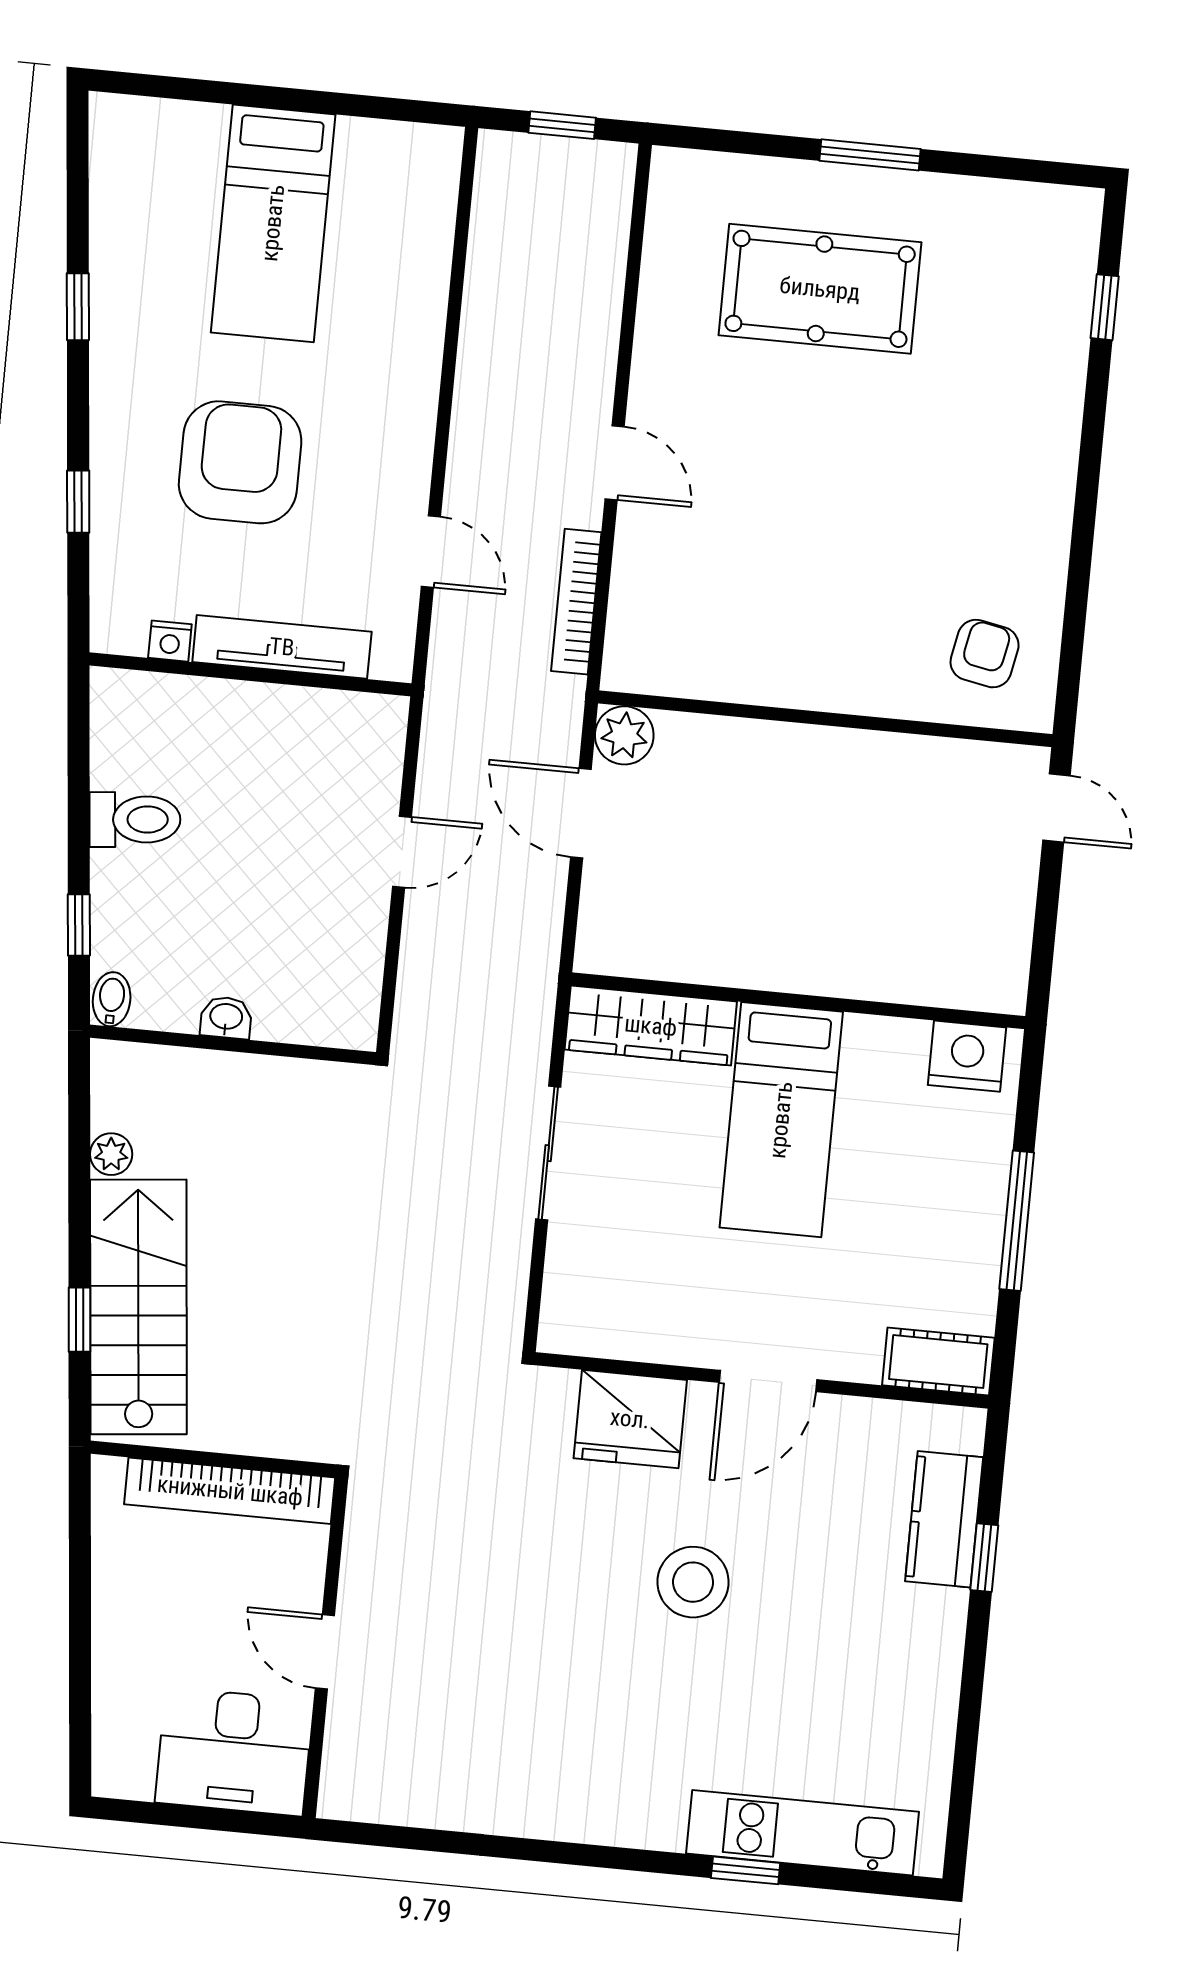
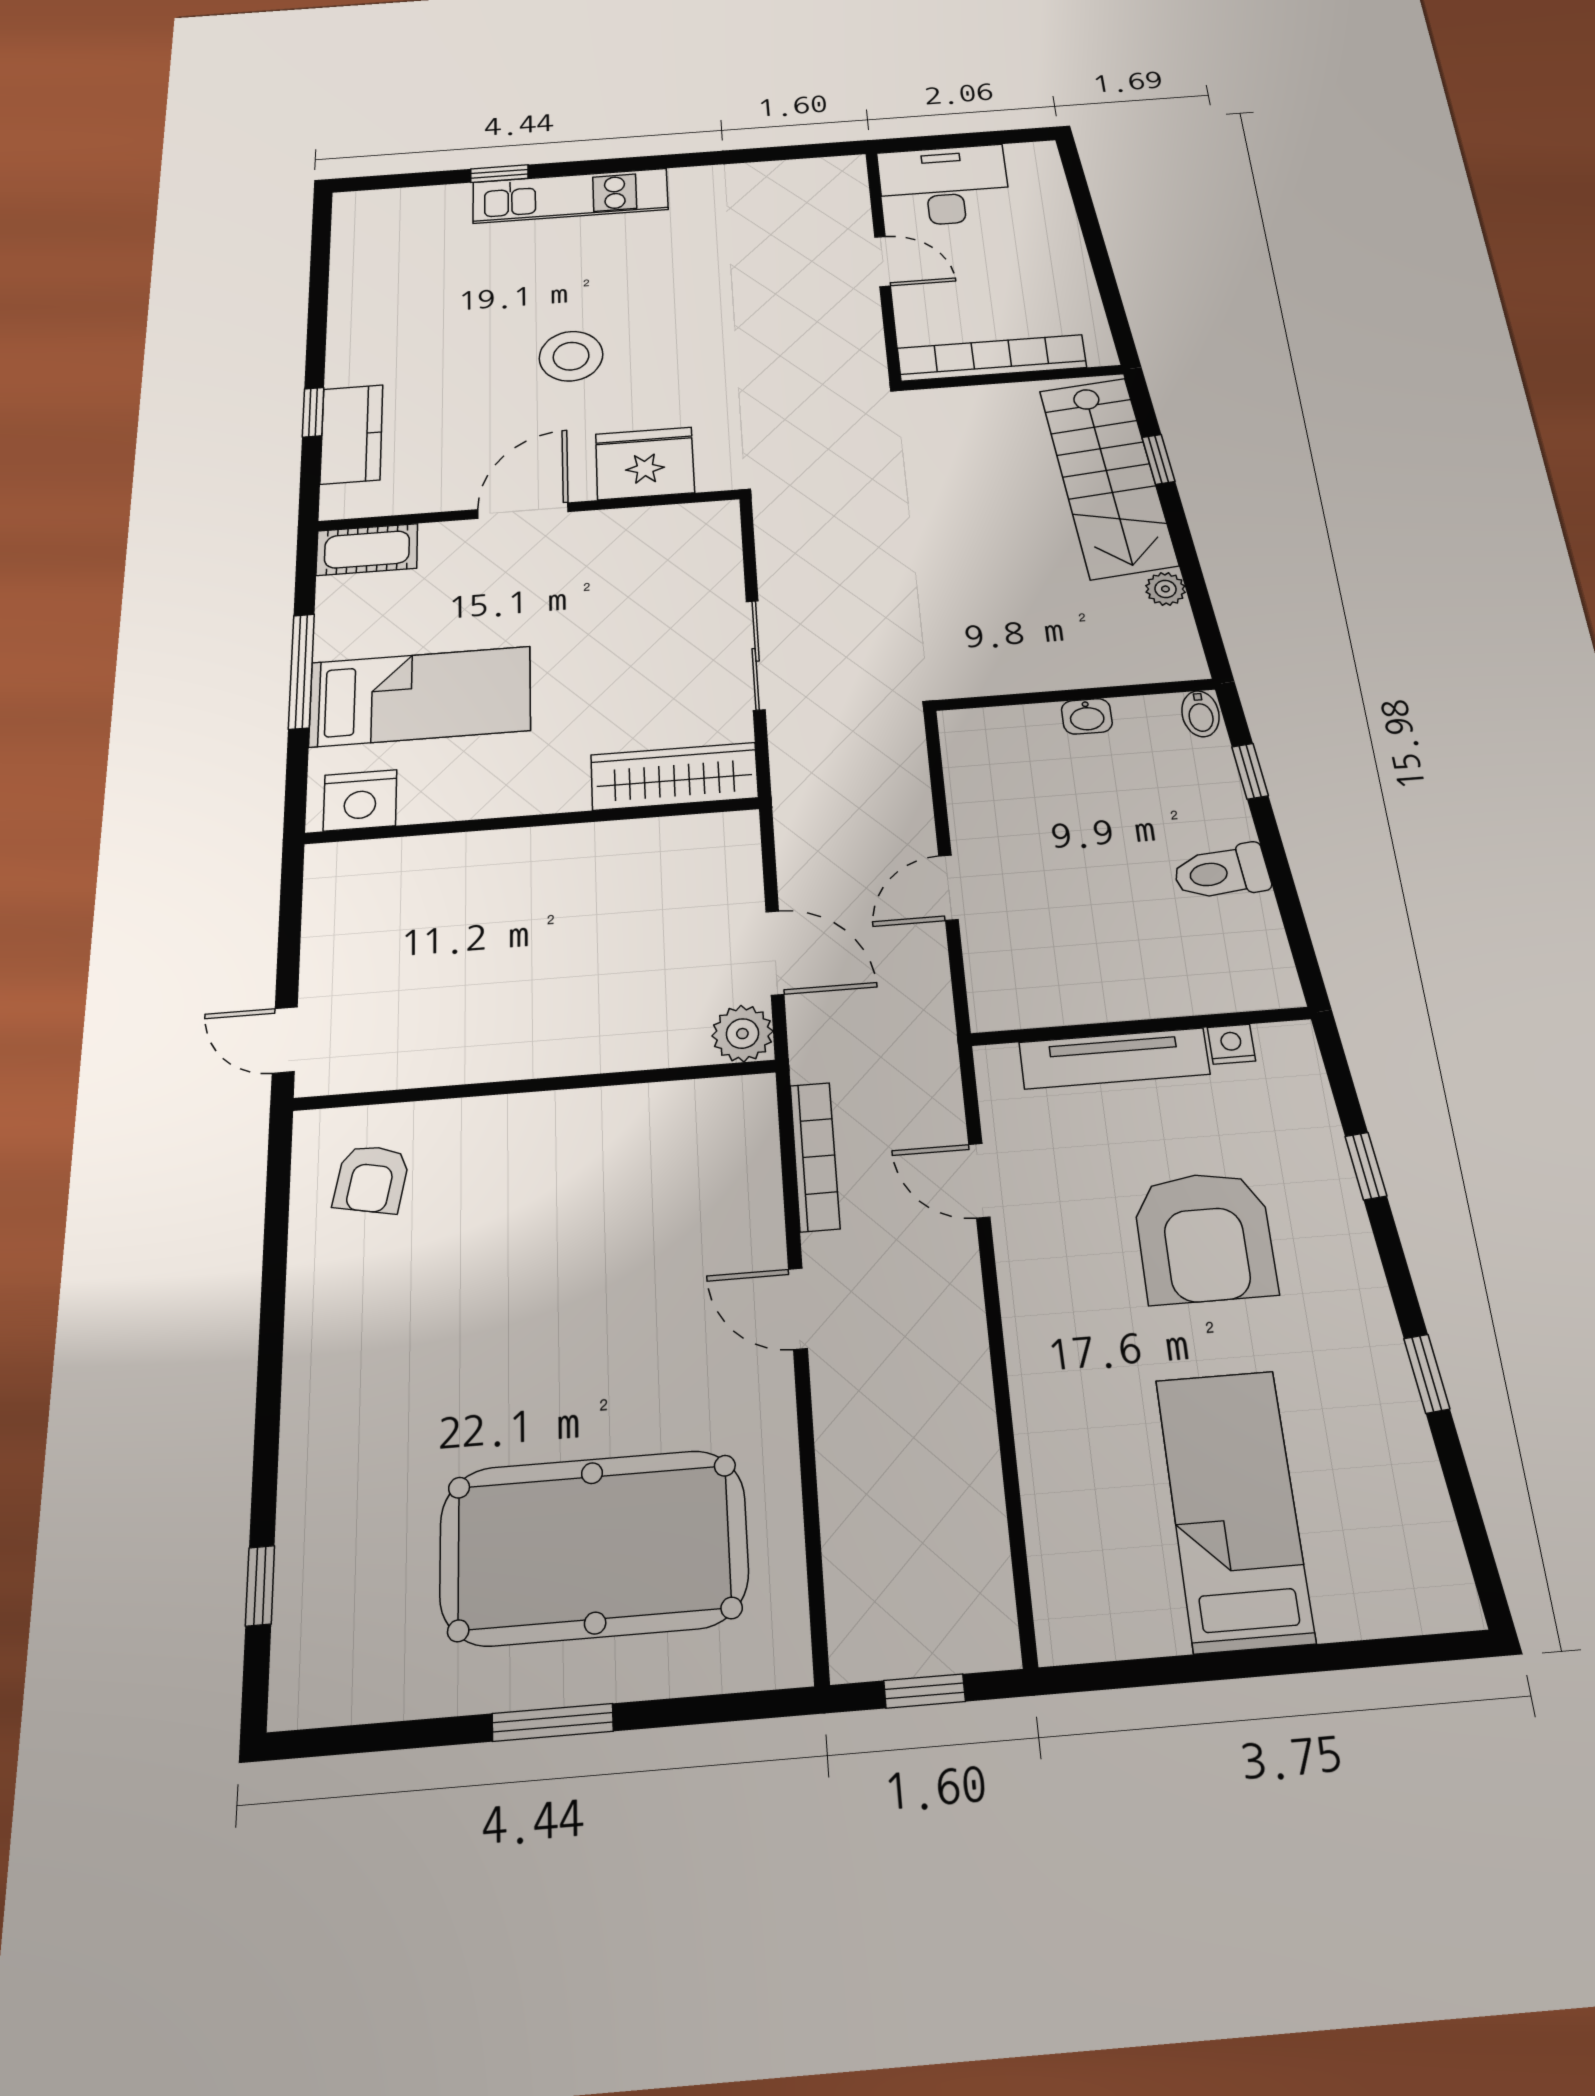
pool table: (820, 289) -> (594, 1547), width x1.36, depth x1.32
bed: (781, 1120) -> (420, 696), moved, turned 90
kitchen unit: (803, 1833) -> (570, 196), moved

